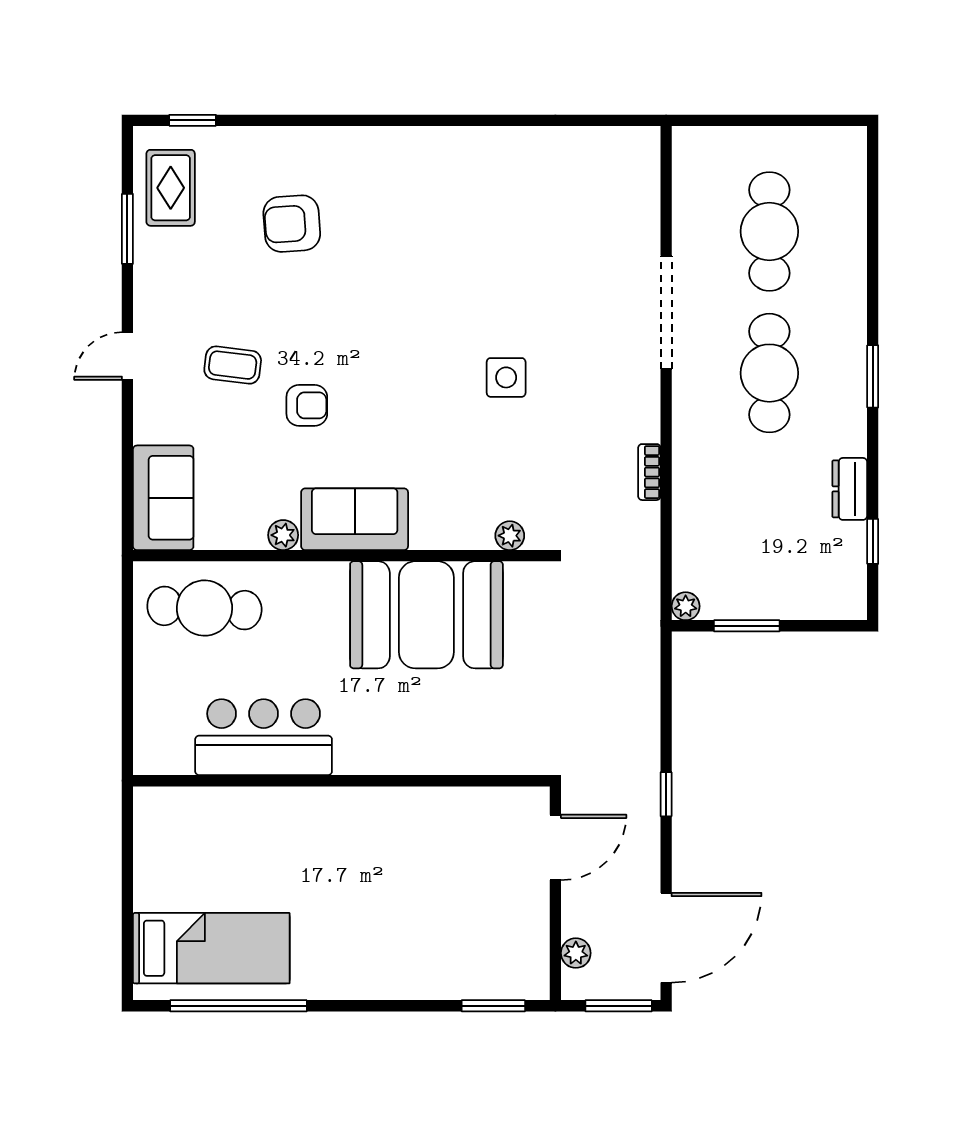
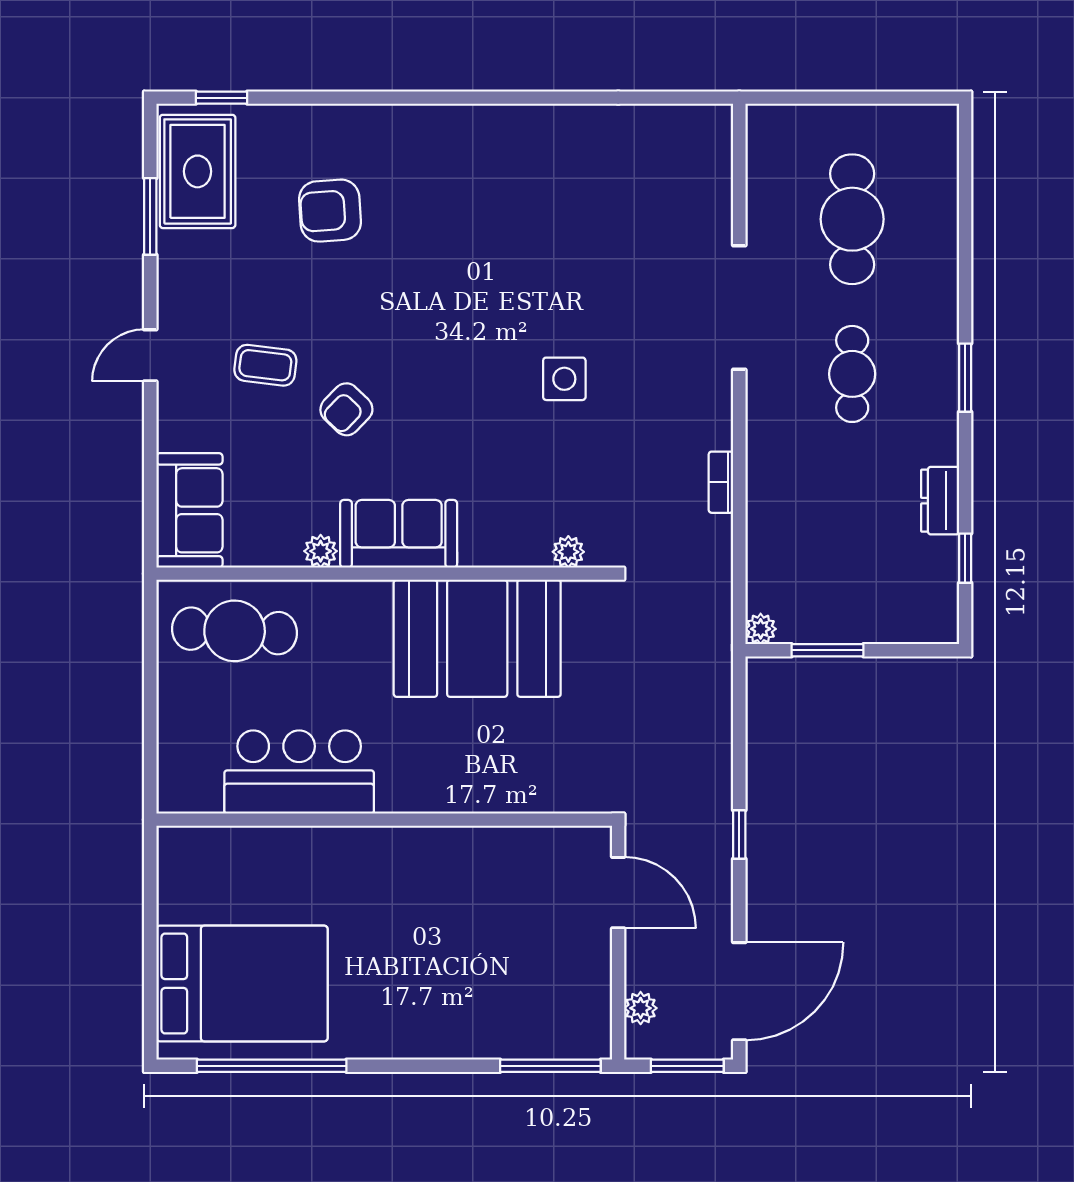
rug: (171, 188) -> (198, 171), width x1.36, depth x1.43
cafe table: (769, 373) -> (852, 374), width x0.73, depth x0.74
armchair: (307, 405) -> (346, 409), turned 134
door: (555, 847) -> (618, 893), hinge flipped
bed: (211, 948) -> (242, 983), width x1.50
window: (493, 1006) -> (550, 1066), width x1.44

